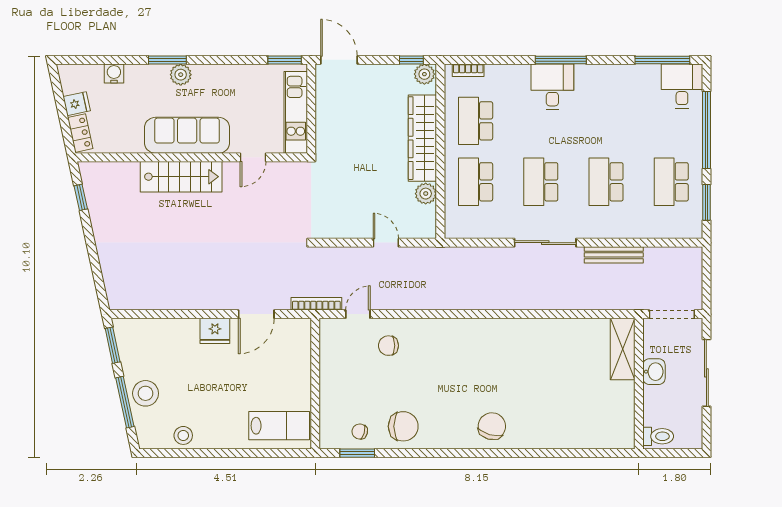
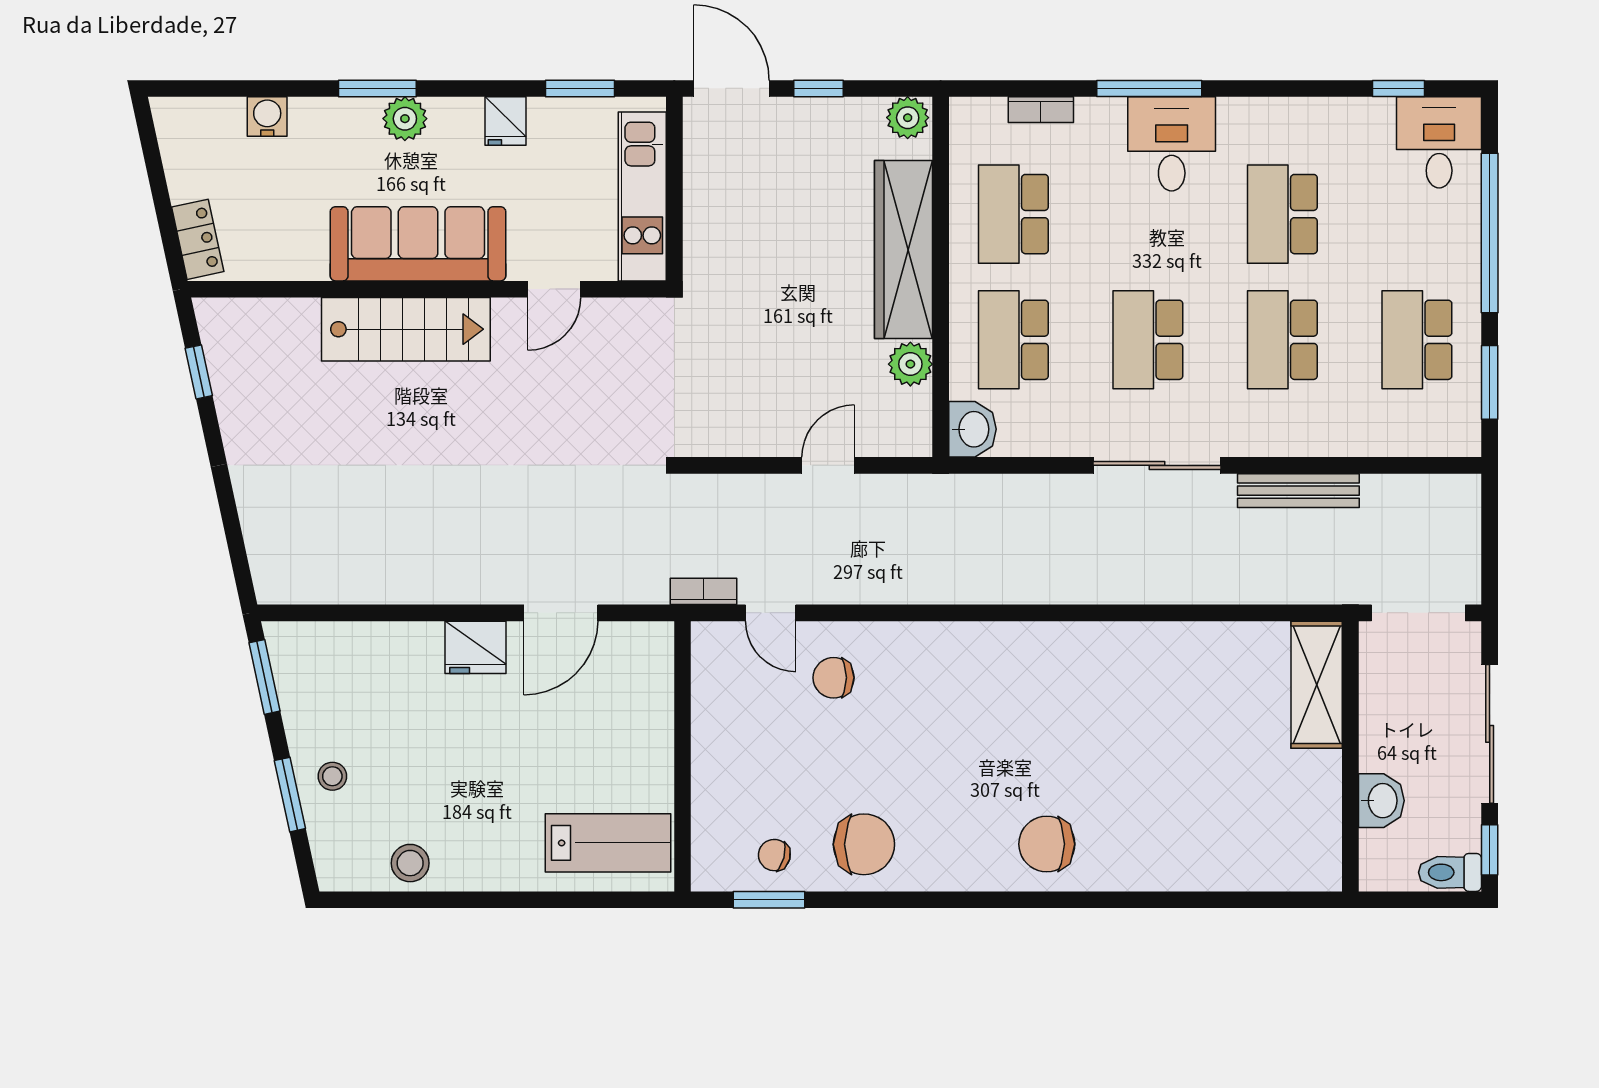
window: (285, 60) -> (580, 88), moved
window: (411, 60) -> (819, 88), moved
window: (561, 60) -> (1149, 88), moved
window: (662, 60) -> (1399, 88), width x0.46
bookcase: (468, 70) -> (1041, 110), moved
fridge: (77, 104) -> (506, 121), moved, turned 102
school desk: (606, 121) -> (1282, 214), added
washbasin: (456, 225) -> (972, 429), added
door: (386, 243) -> (828, 465), hinge flipped
bookcase: (316, 304) -> (703, 591), width x0.64
door: (358, 314) -> (771, 613), swing flipped
washbasin: (654, 372) -> (1381, 801), moved
stool: (146, 393) -> (332, 776), width x0.53, depth x0.53
window: (125, 402) -> (290, 795), width x0.69
chair: (492, 426) -> (1047, 844), turned -106
window: (706, 429) -> (1490, 850), added
toilet: (658, 436) -> (1450, 872), moved, turned 180

